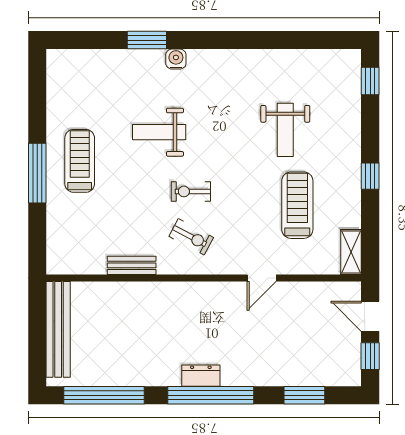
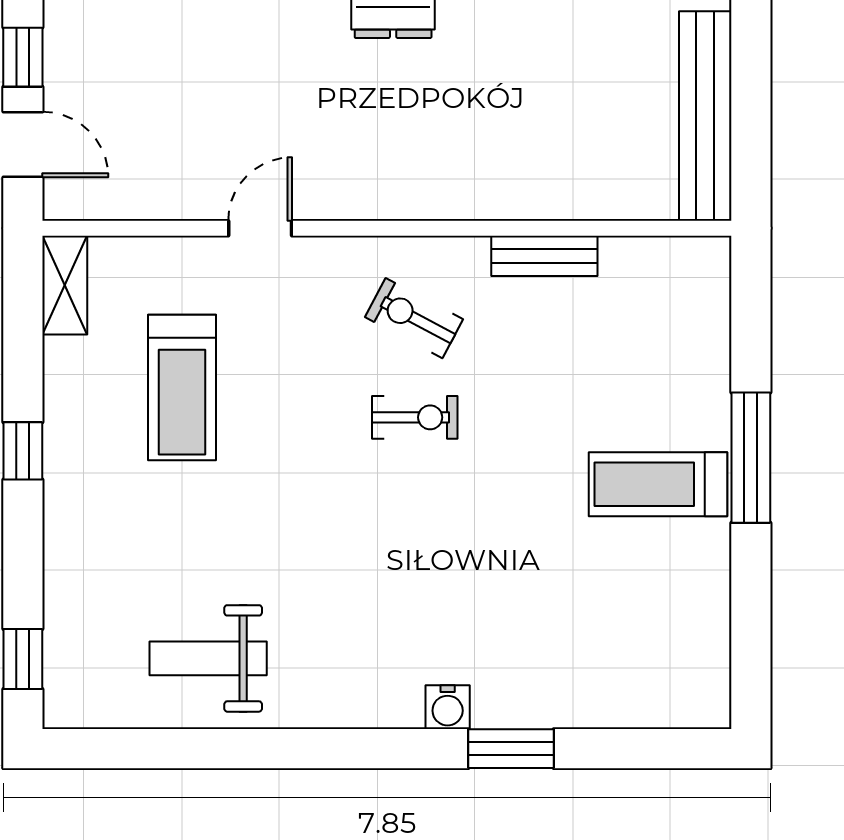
weight bench: (285, 130) -> (208, 658), moved, turned -90
weight bench: (159, 132) -> (484, 547), removed
treadmill: (80, 161) -> (658, 484), turned 90

